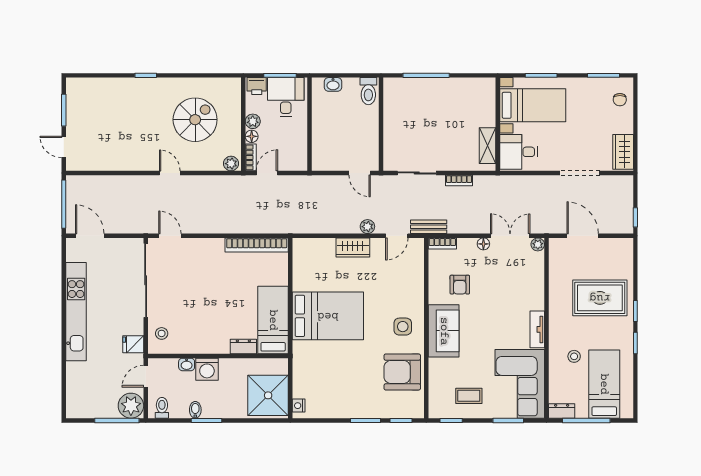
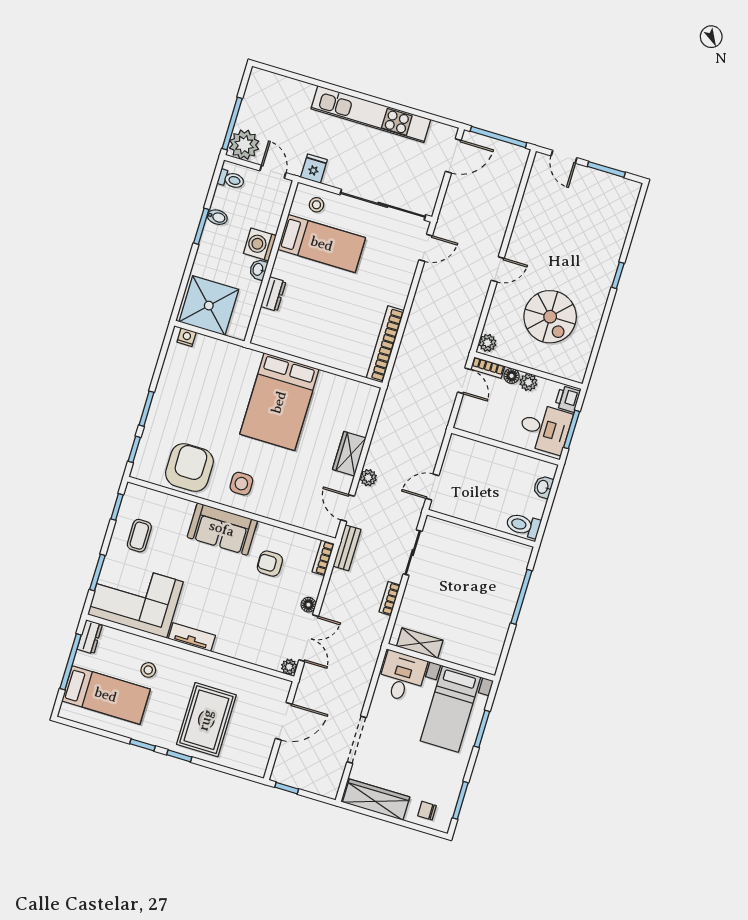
door: (64, 147) -> (564, 157), swing flipped
wardrobe: (623, 152) -> (376, 800), width x1.50
bed: (273, 320) -> (322, 244), moved
washbasin: (187, 364) -> (258, 270), moved

